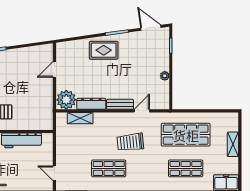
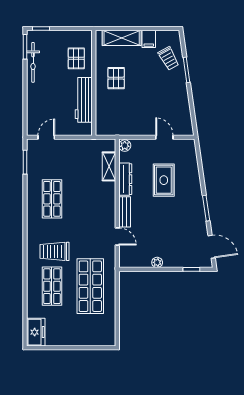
door: (151, 28) -> (212, 247), hinge flipped
rug: (104, 50) -> (164, 180), moved
plant: (66, 100) -> (125, 146), width x0.53, depth x0.53
trolley: (130, 142) -> (55, 251), moved, turned -84
shelving: (233, 144) -> (79, 340), removed

